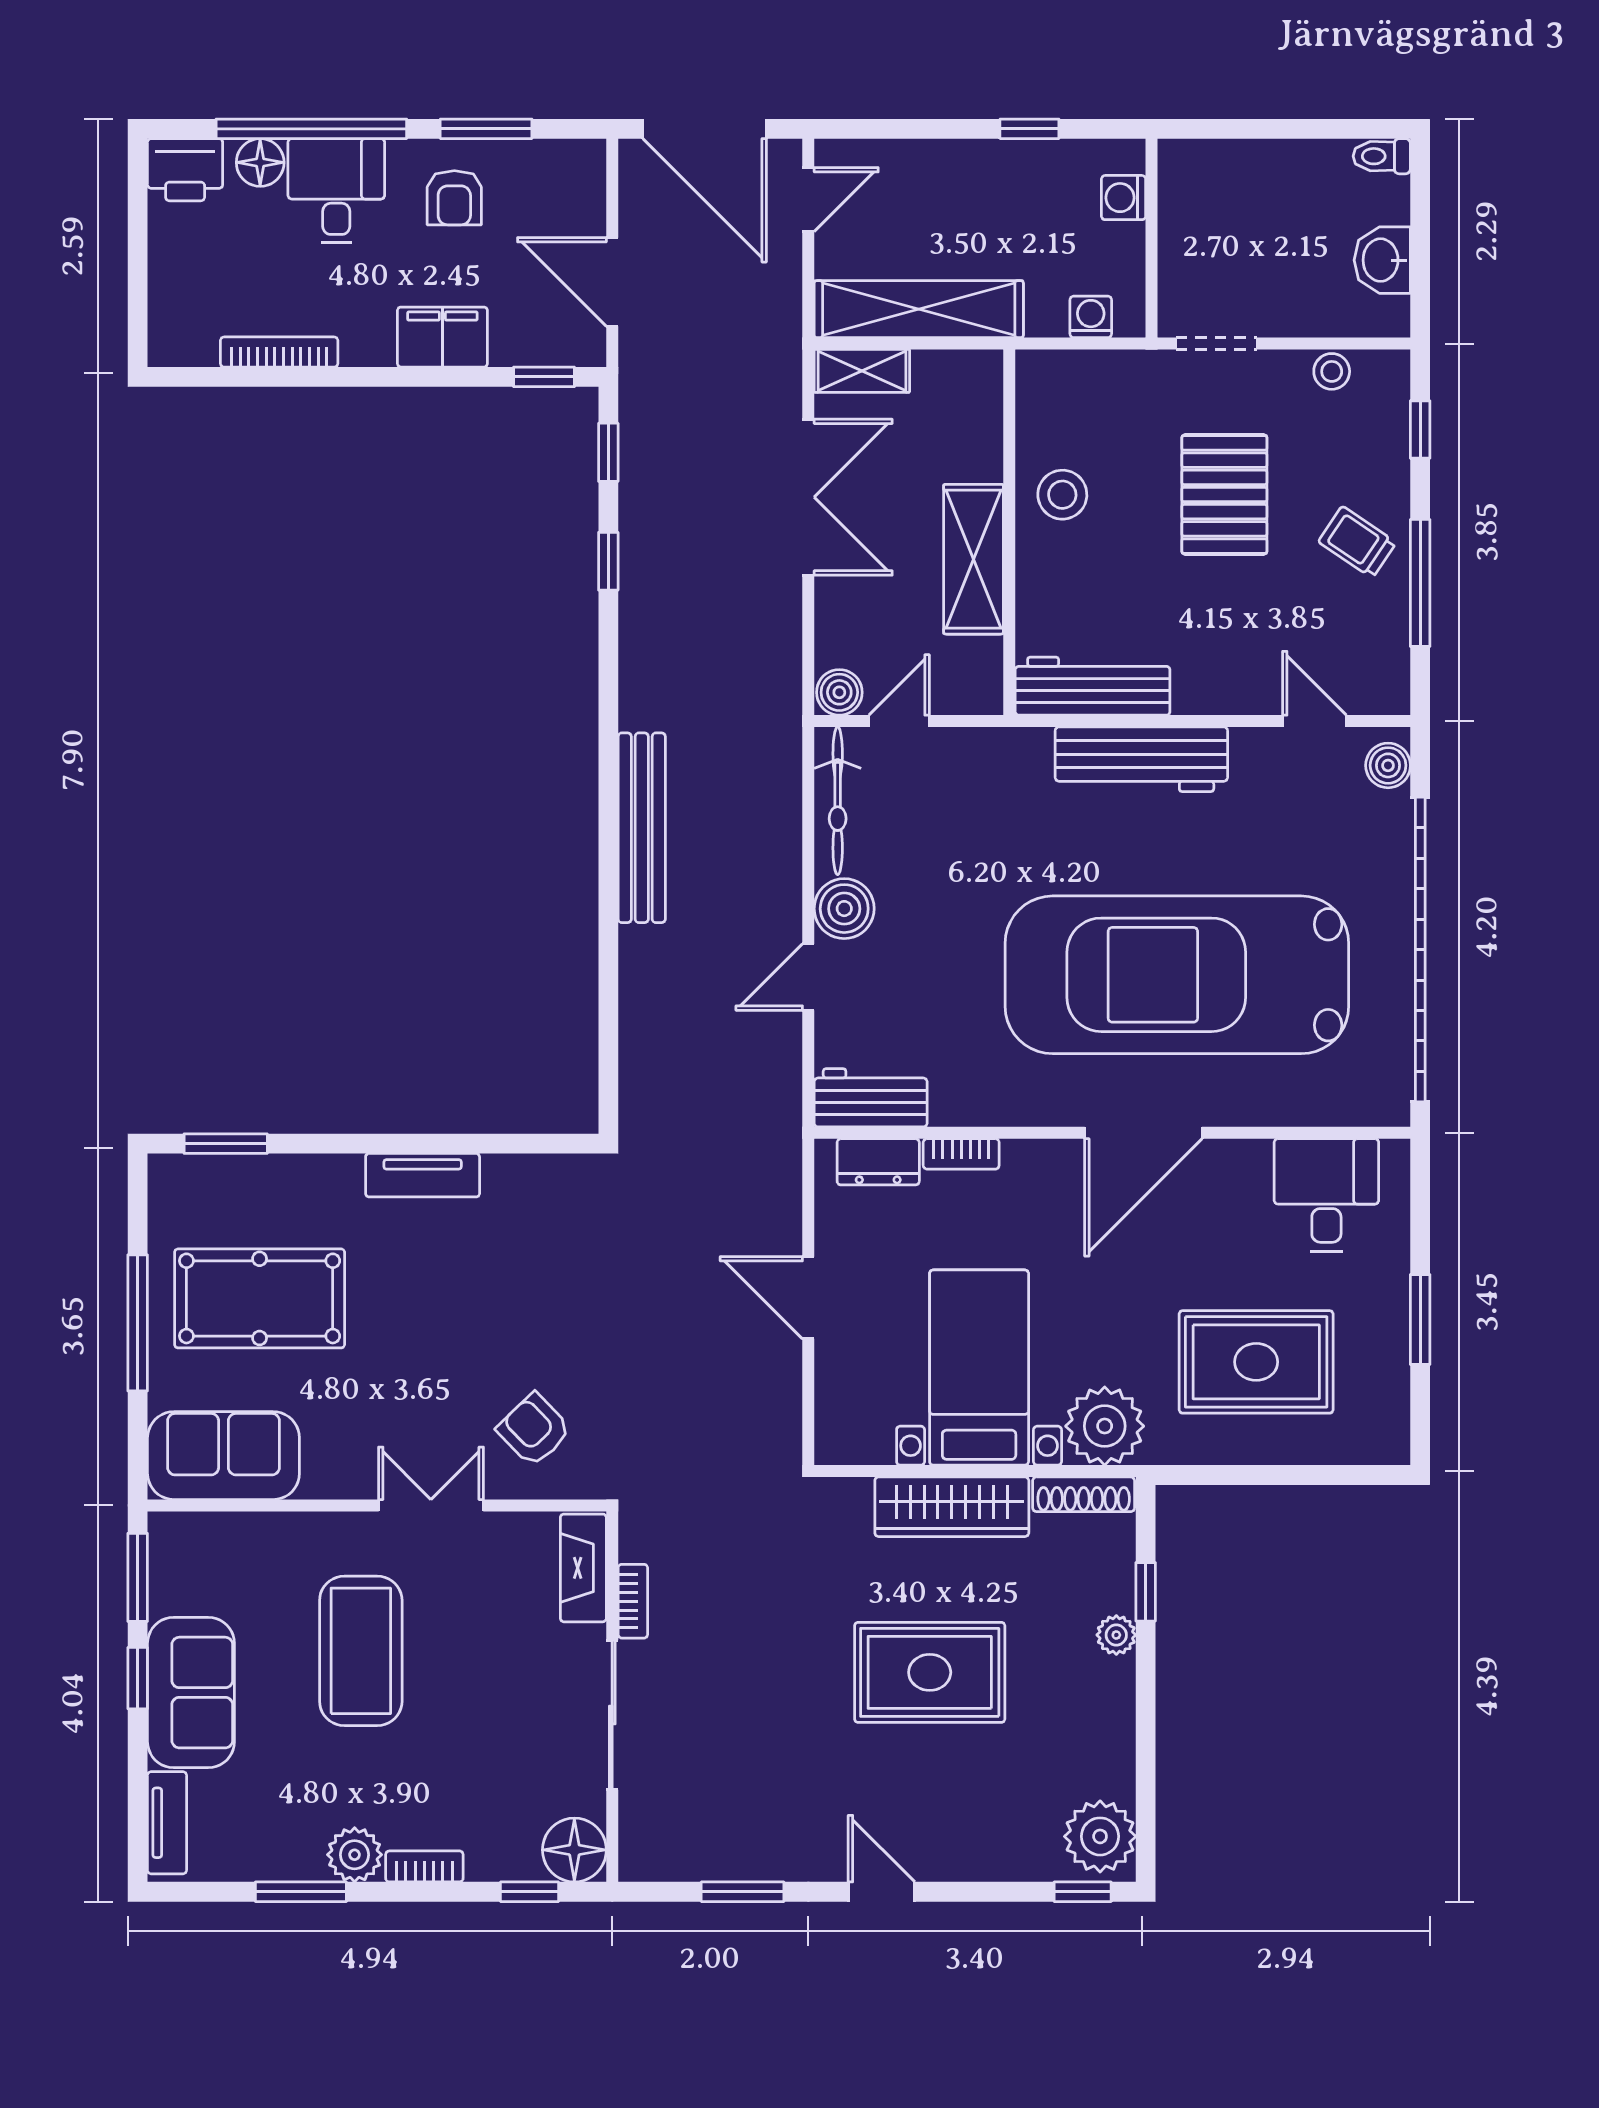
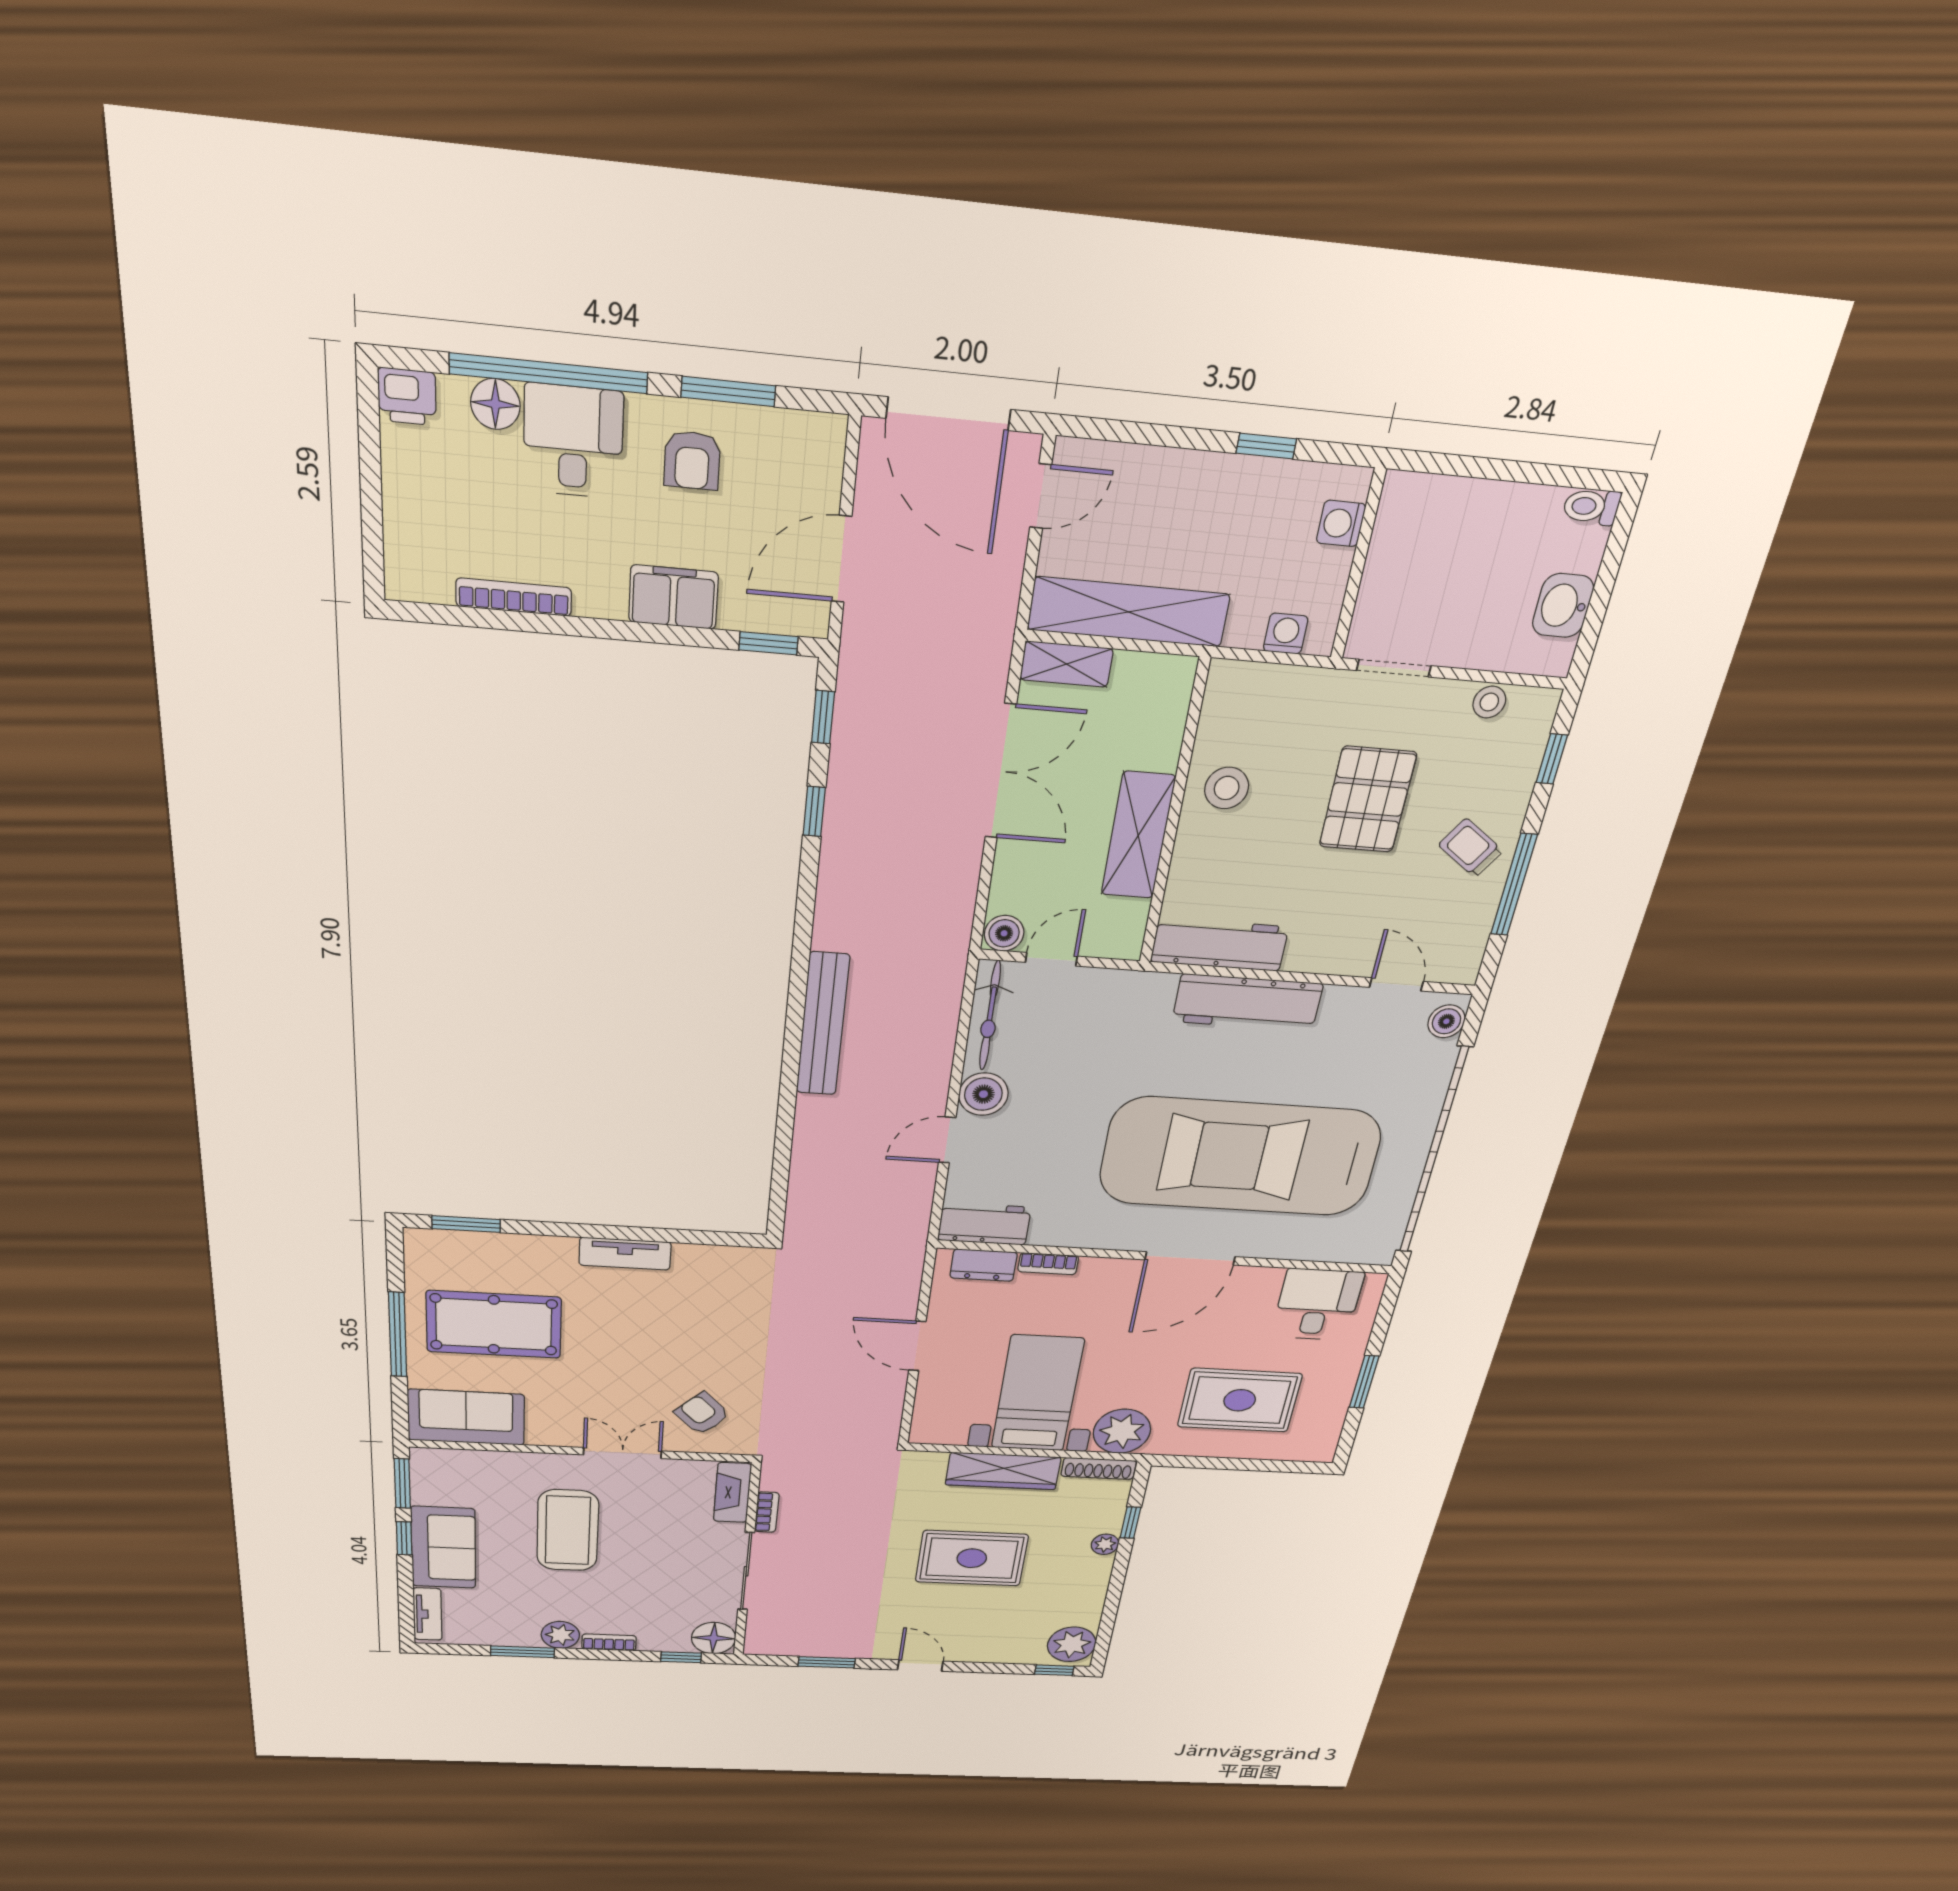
printer: (185, 170) -> (407, 396), width x0.73, depth x0.81
door: (612, 282) -> (842, 559), hinge flipped

